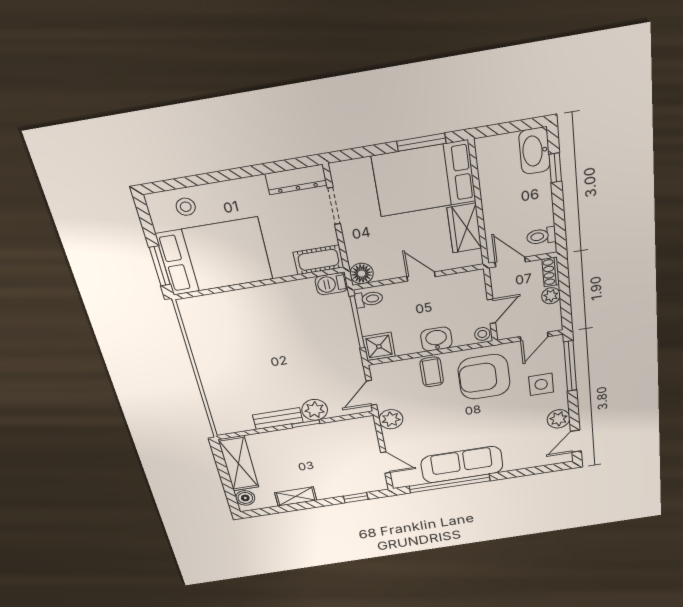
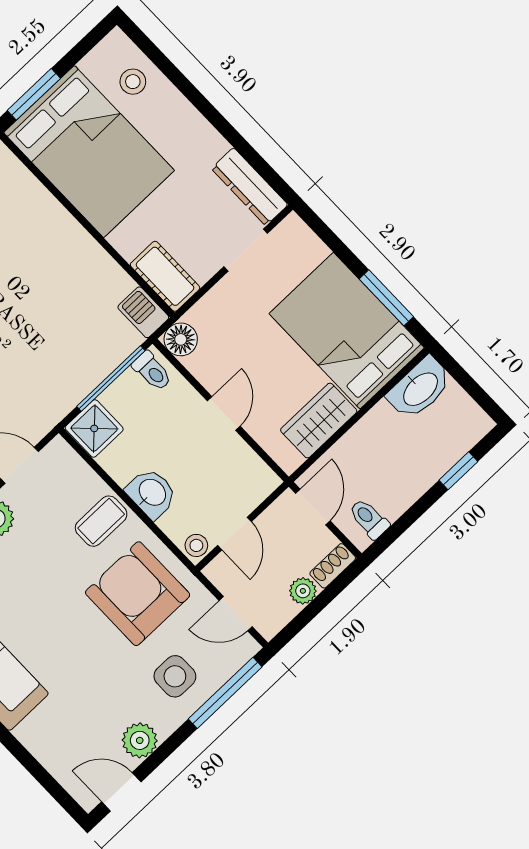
washbasin: (535, 151) -> (420, 388), moved, turned 180
door: (492, 311) -> (234, 534), hinge flipped

